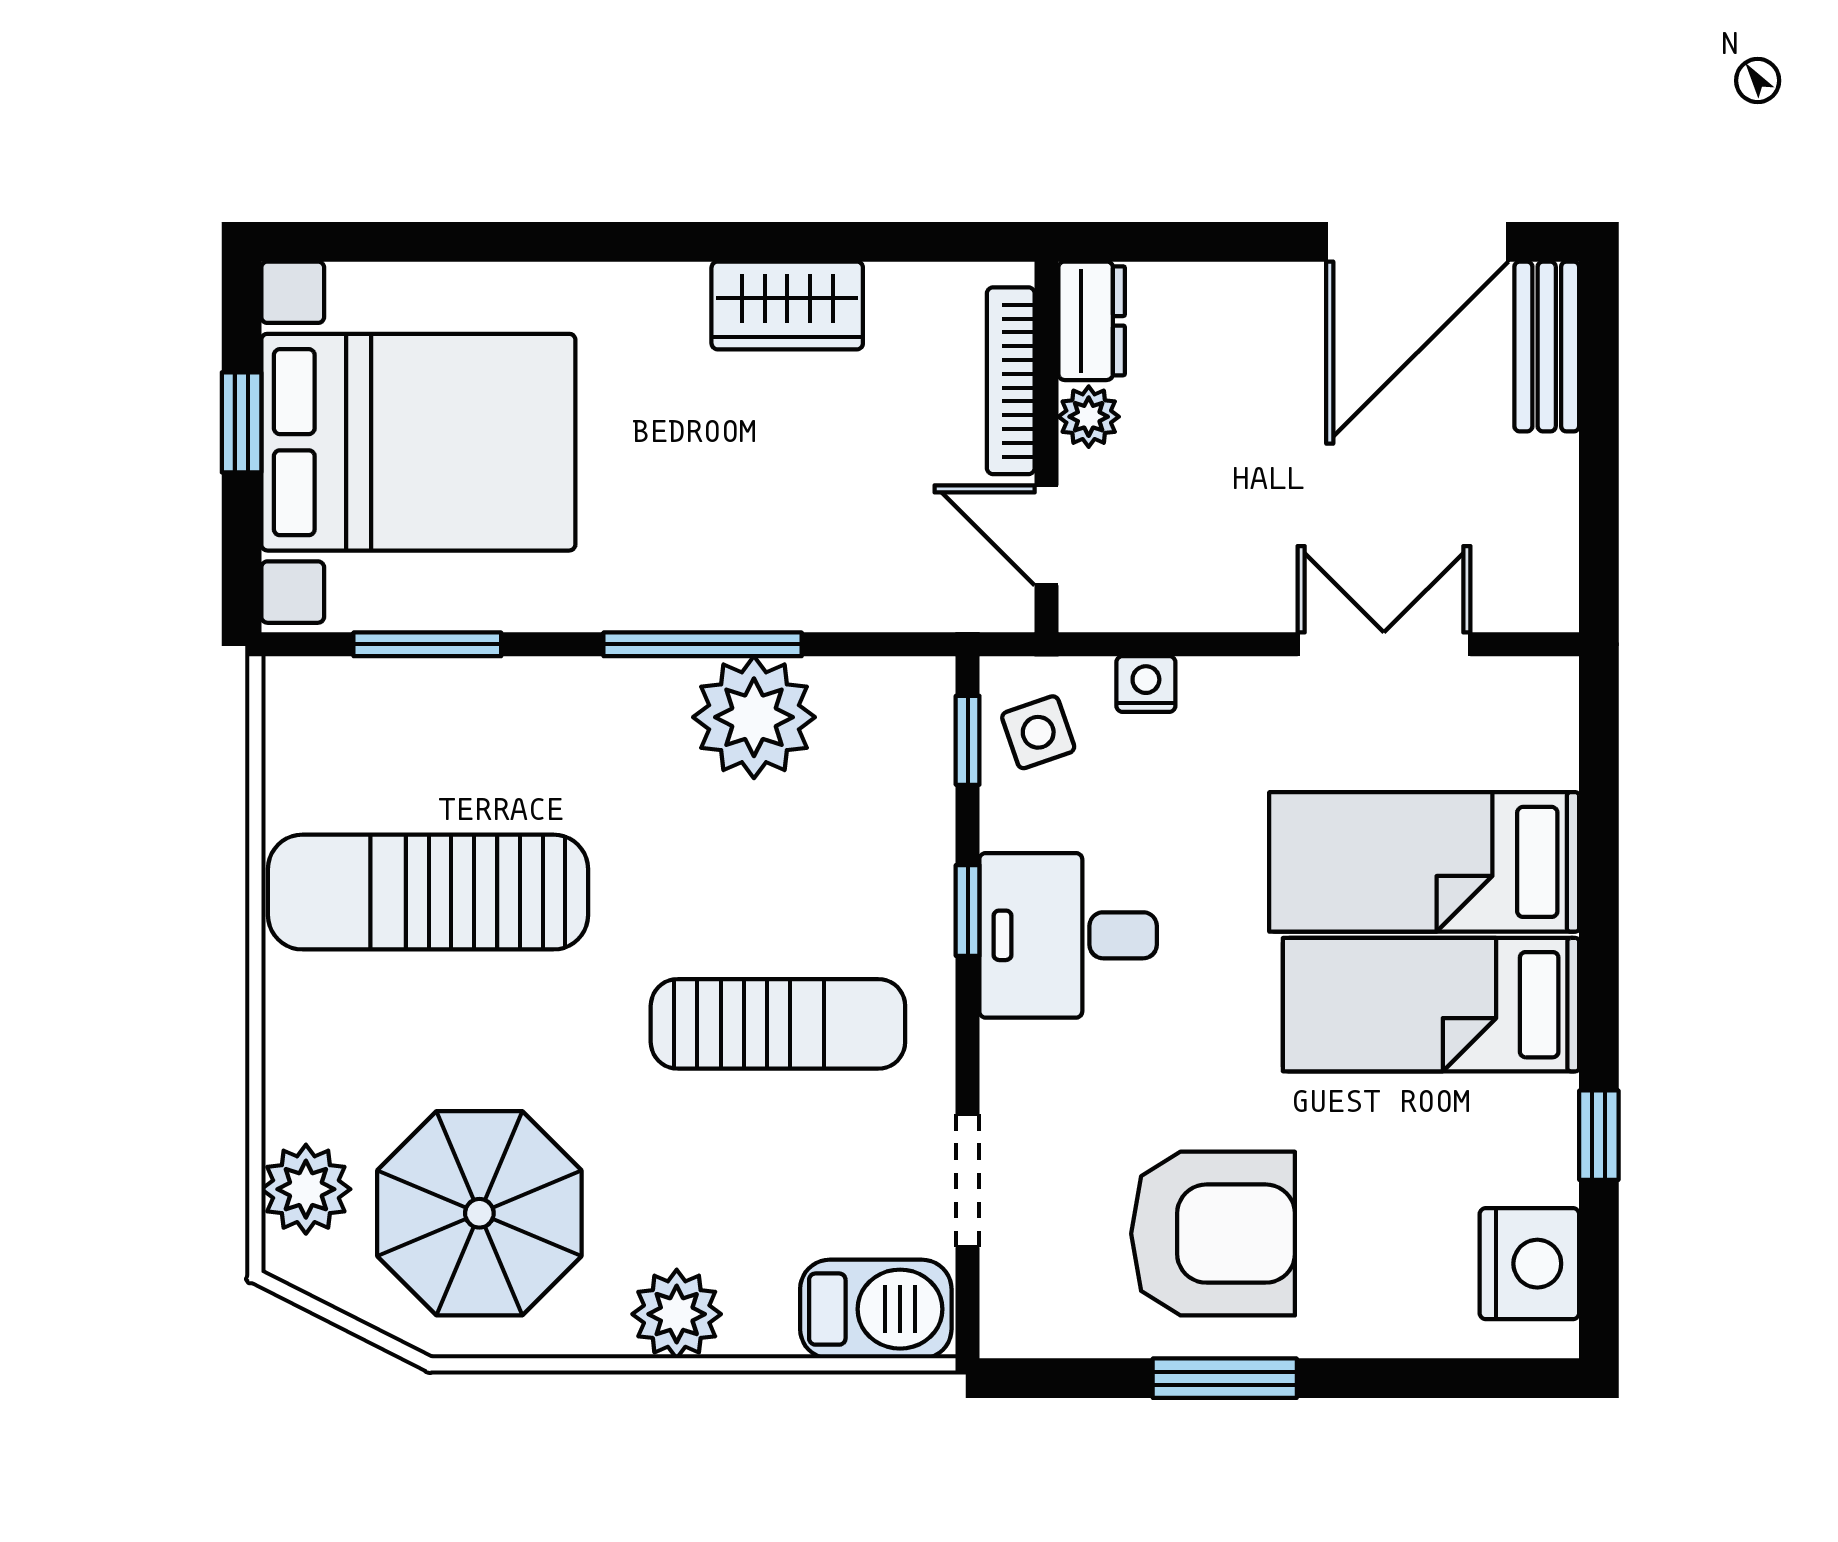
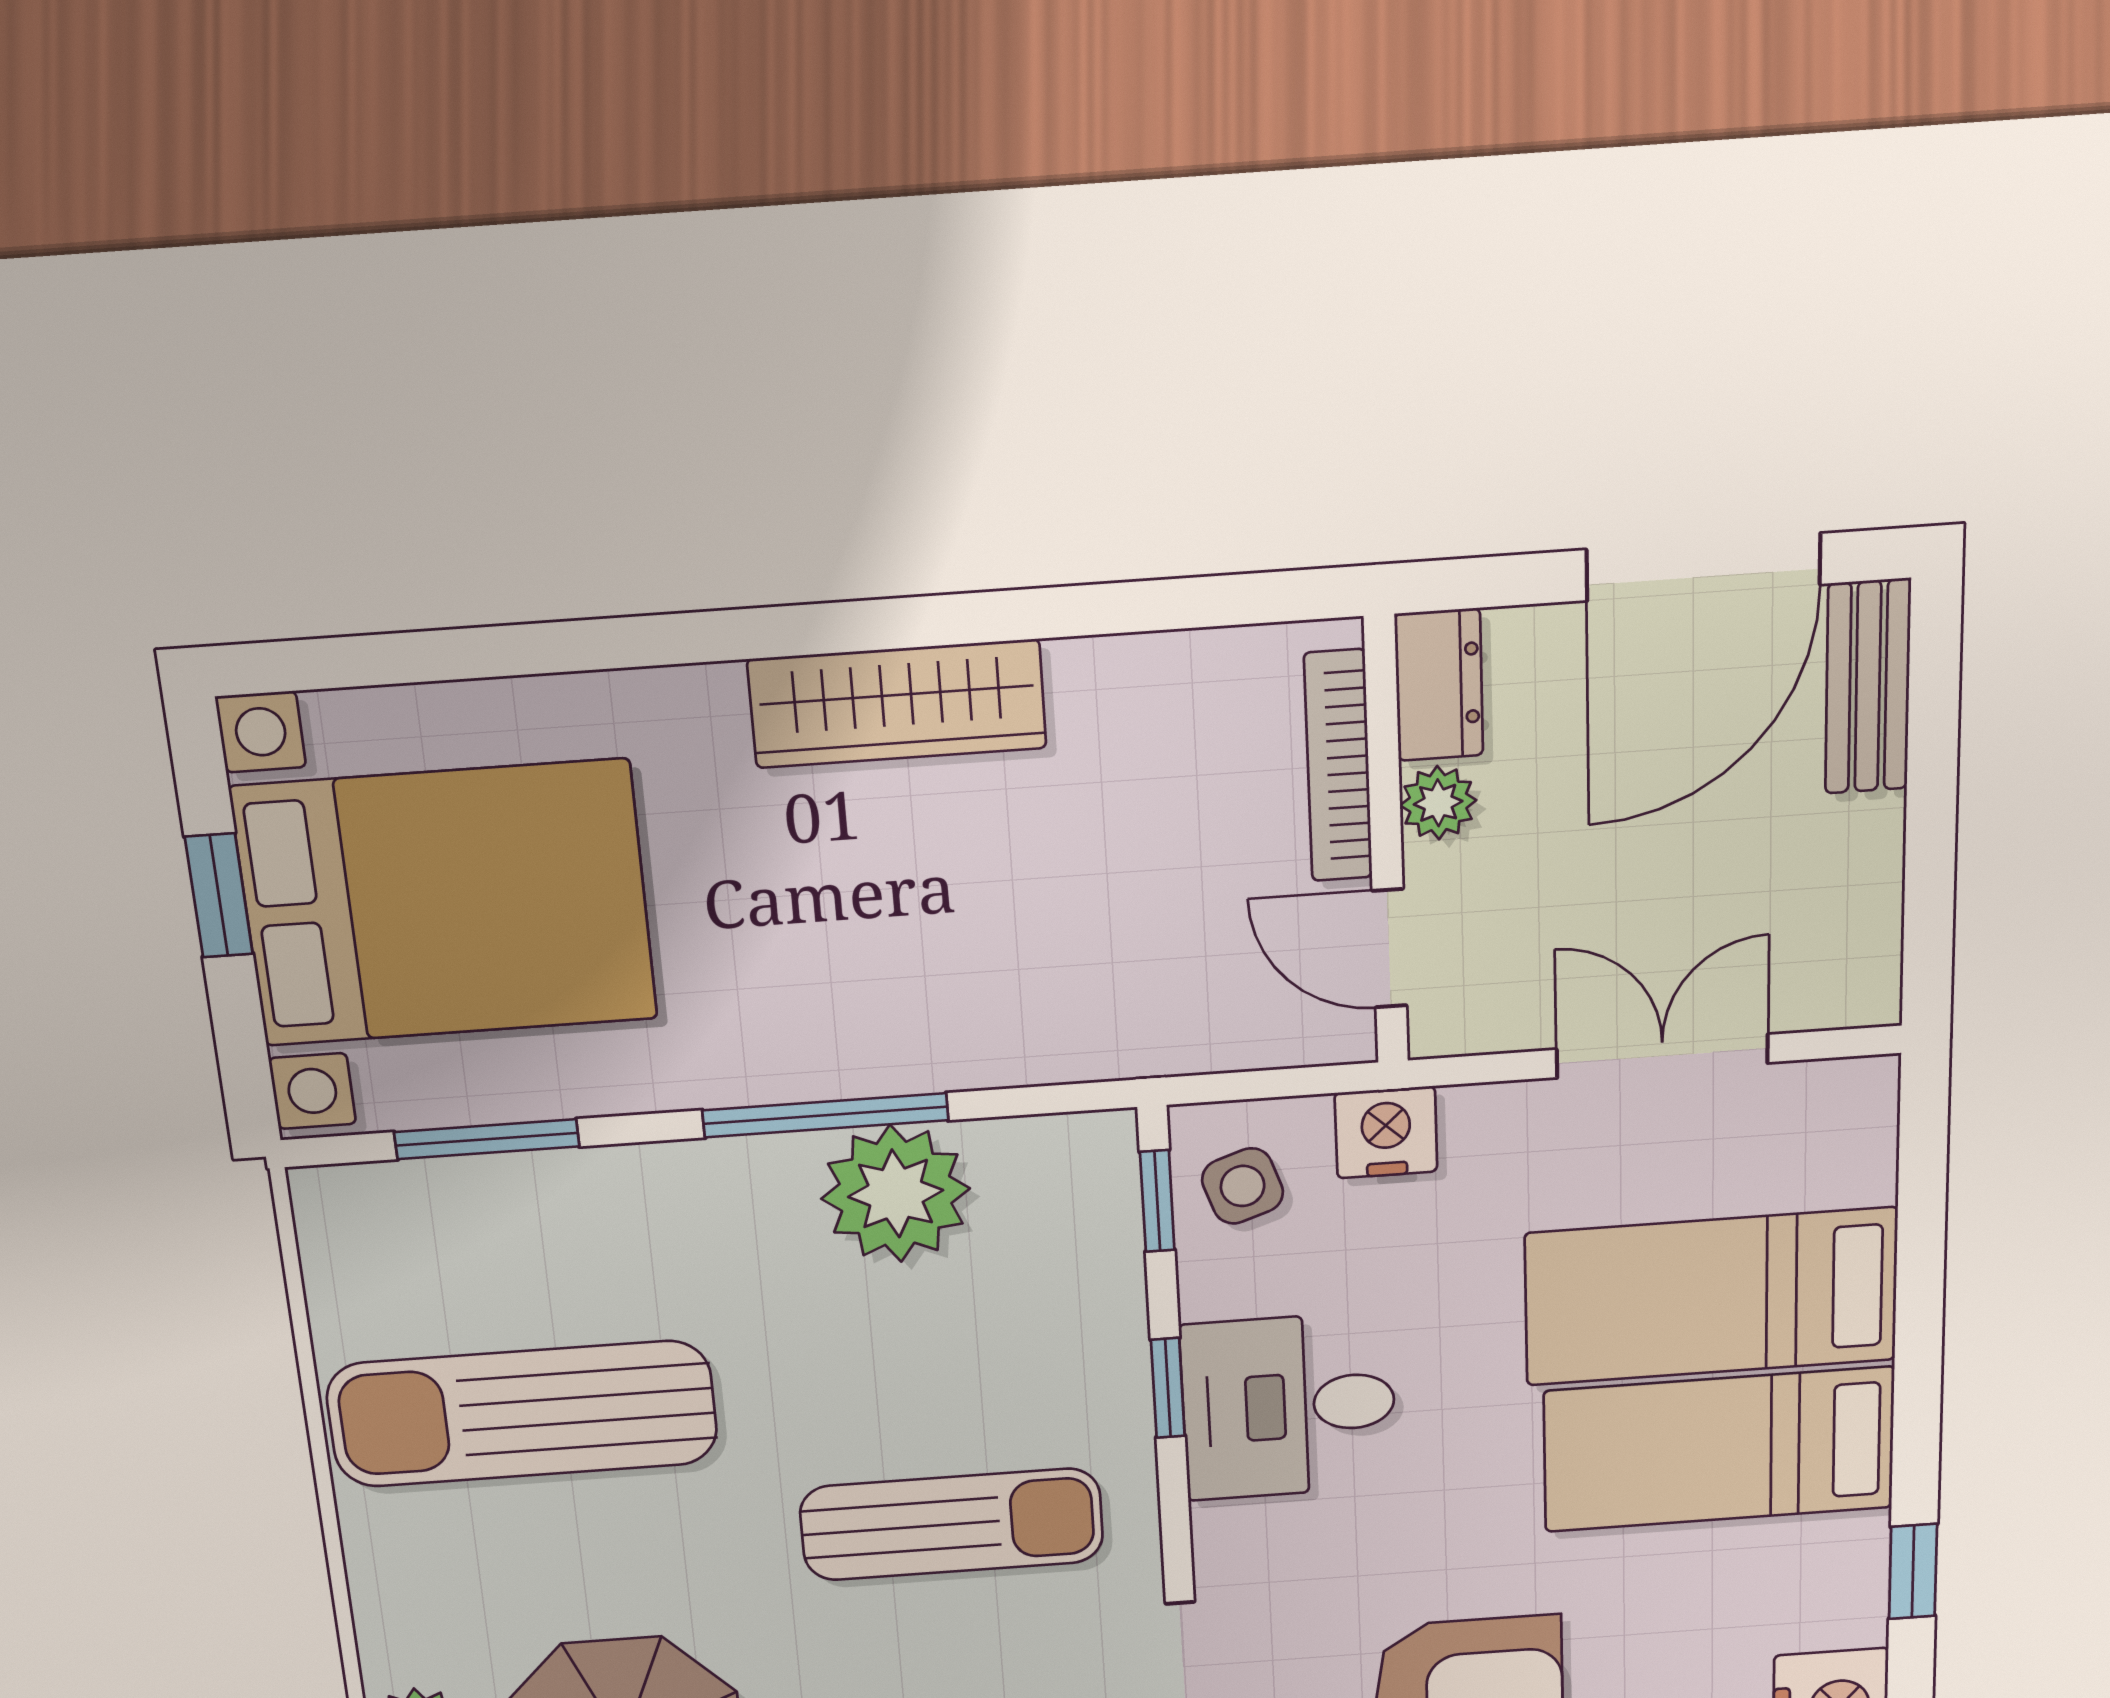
wardrobe: (787, 305) -> (897, 704), width x1.50
dresser: (1092, 321) -> (1439, 685), moved
bookcase: (1011, 381) -> (1338, 766), moved
plant: (1089, 417) -> (1438, 803), moved
wall: (1046, 447) -> (1386, 843), moved
door: (1046, 535) -> (1389, 948), moved
nightstand: (1146, 684) -> (1386, 1132), width x1.39, depth x1.35

